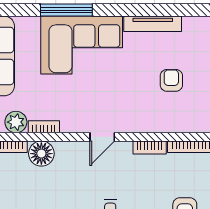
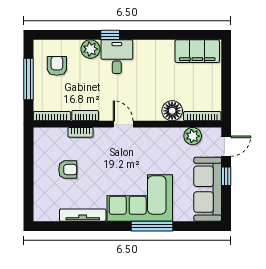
armchair: (171, 80) -> (68, 170), turned -90
bookcase: (44, 127) -> (81, 132), moved
door: (102, 137) -> (123, 124), hinge flipped

